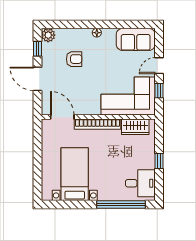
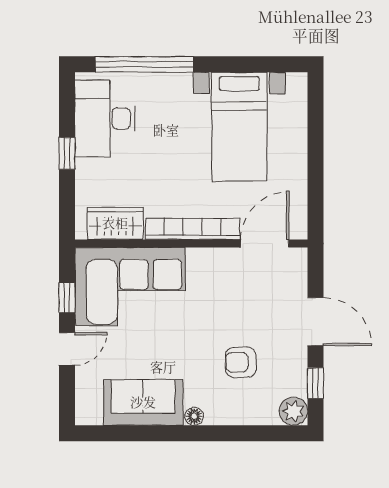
sofa: (136, 39) -> (143, 402), moved
door: (62, 117) -> (265, 244), swing flipped
desk: (140, 183) -> (105, 118), width x1.37

